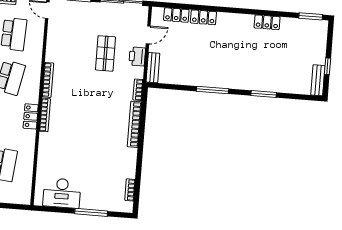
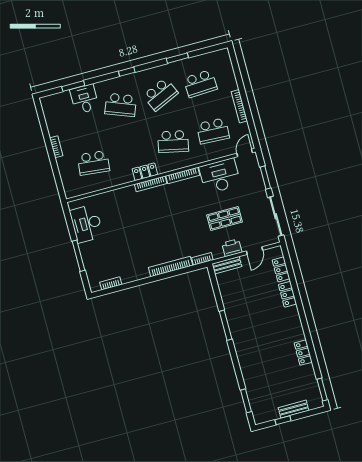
door: (148, 35) -> (255, 251), hinge flipped
desk: (61, 43) -> (220, 176), added
bench: (318, 80) -> (293, 409), moved
window: (264, 94) -> (246, 401), moved

